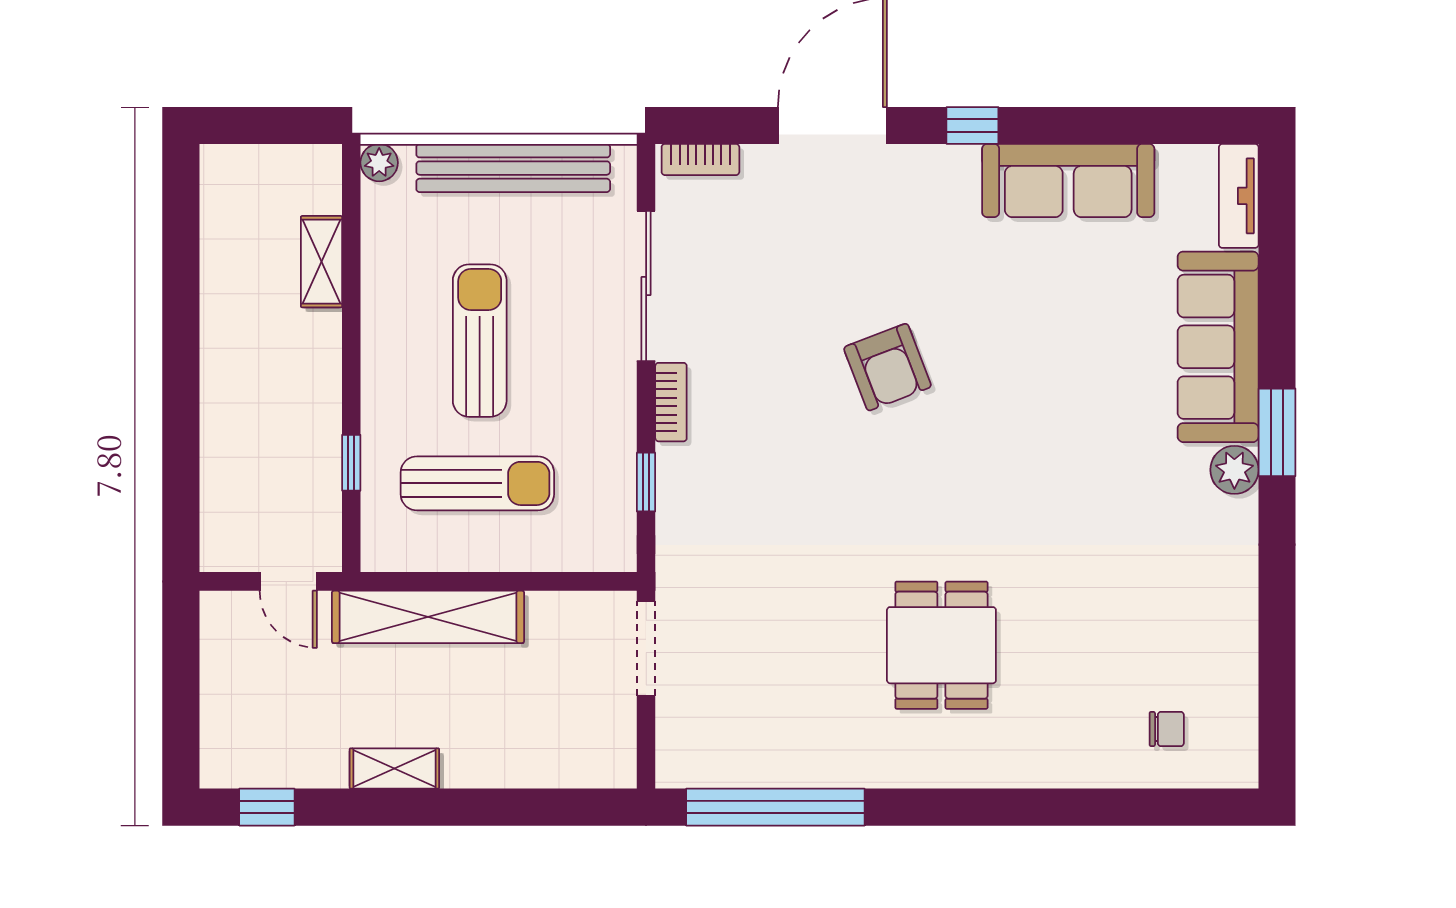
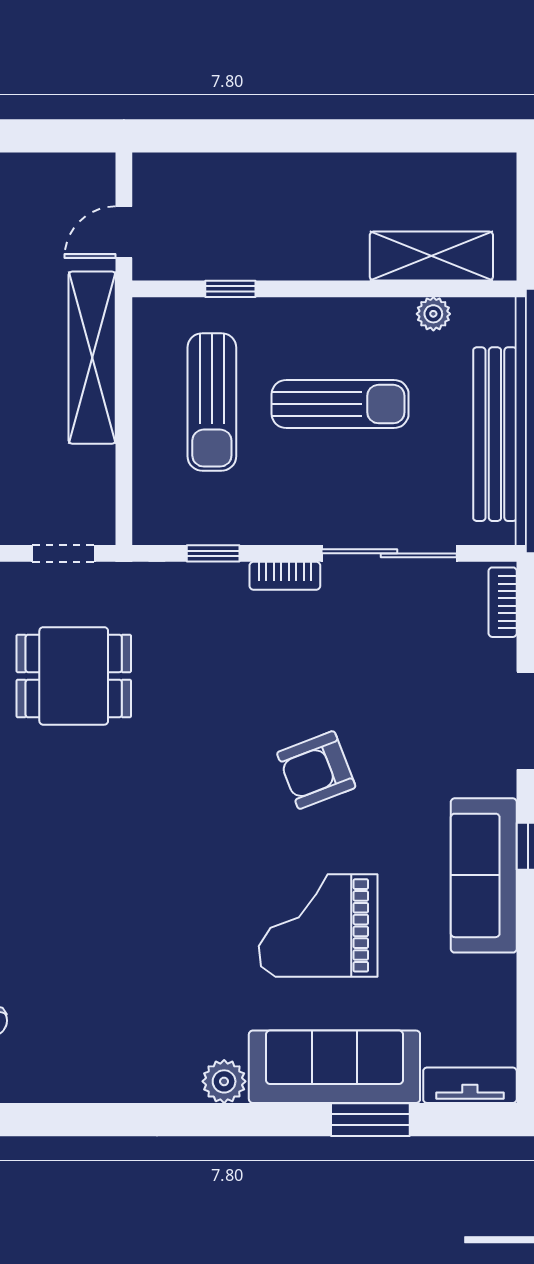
plant: (379, 163) -> (433, 314), moved
sofa: (1068, 181) -> (484, 875), moved
shelving: (322, 262) -> (431, 256), width x1.50, depth x1.33
grand piano: (1061, 365) -> (318, 925), added
window: (1277, 432) -> (370, 1120), moved
dining table: (941, 645) -> (74, 676), moved
doorway: (646, 649) -> (64, 553), width x0.73

